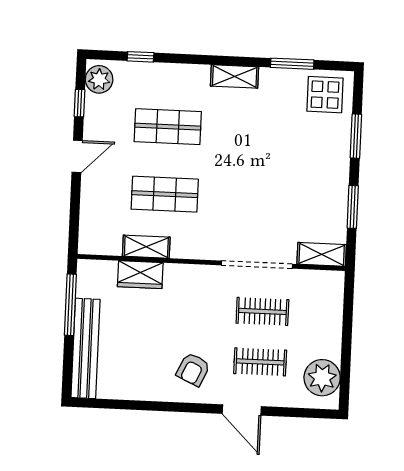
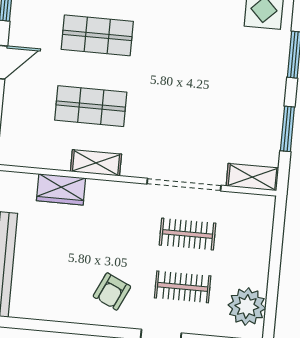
shelving: (146, 247) -> (96, 163), moved

